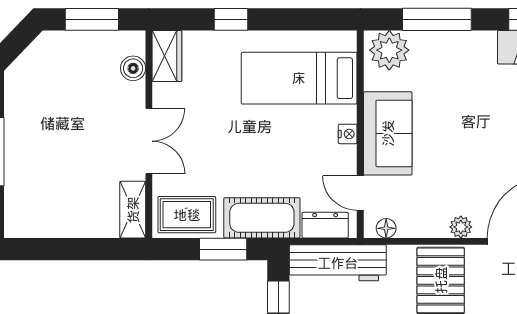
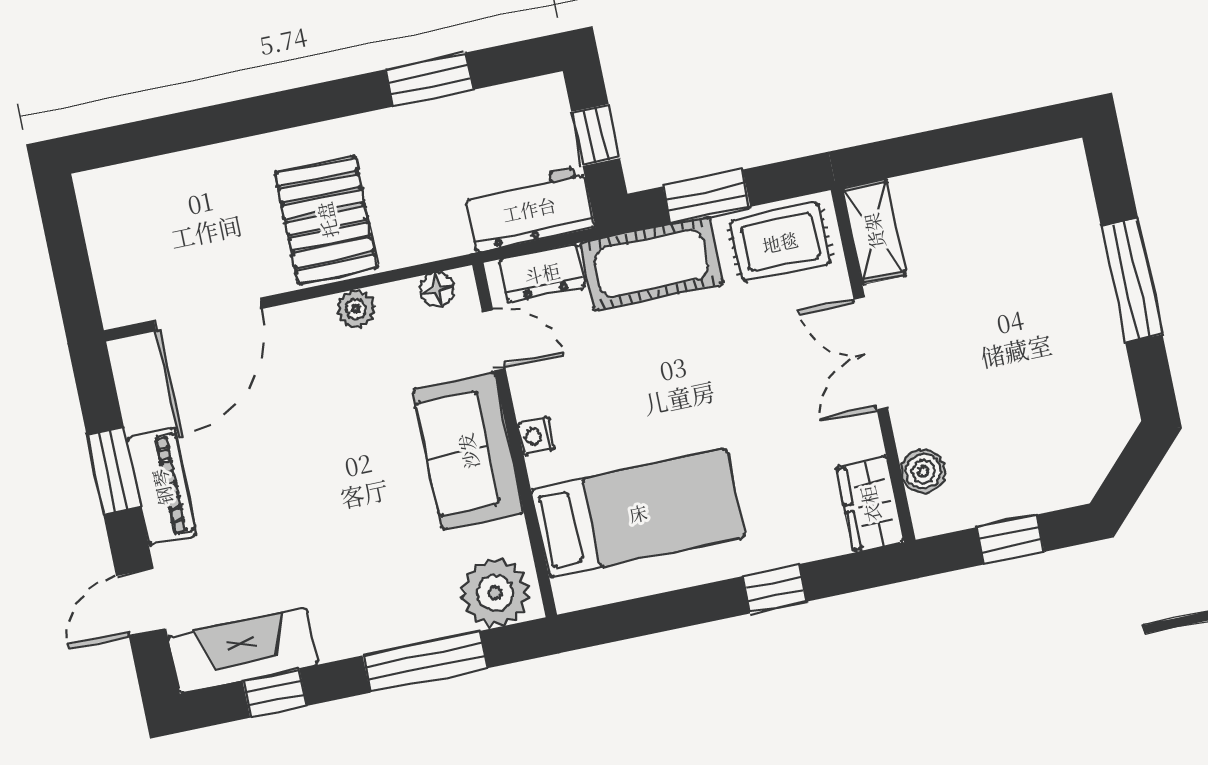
window: (92, 19) -> (1010, 540), width x0.67
plant: (461, 227) -> (356, 309), moved
workbench: (338, 263) -> (529, 209), width x0.73

